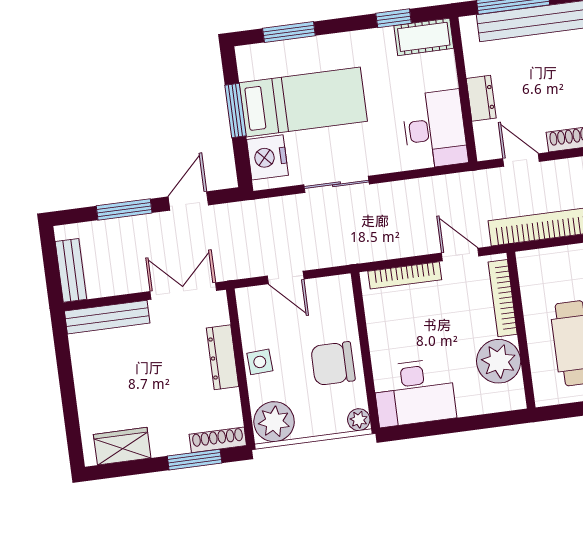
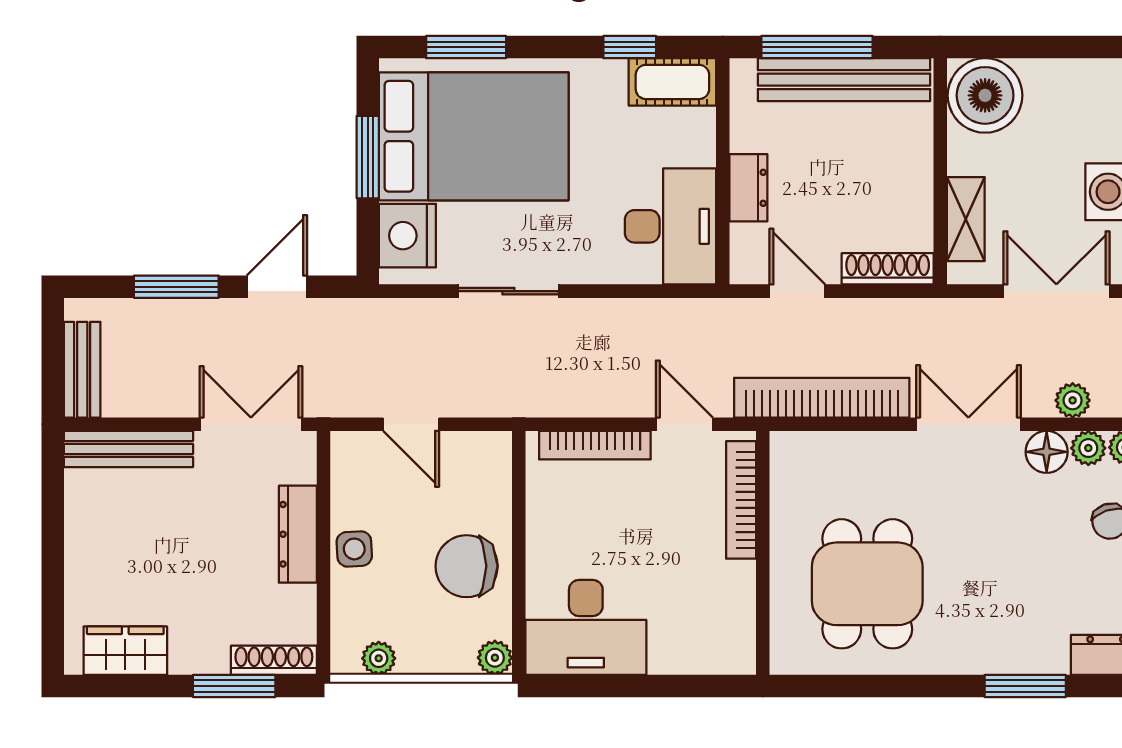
bed: (303, 102) -> (474, 136), width x1.50
plant: (499, 361) -> (722, 596), removed
plant: (274, 422) -> (379, 658), width x0.53, depth x0.53

